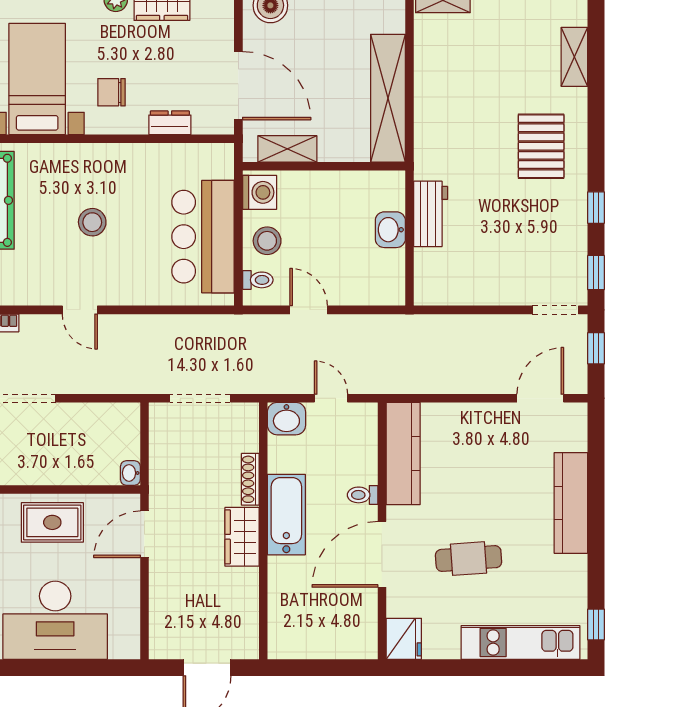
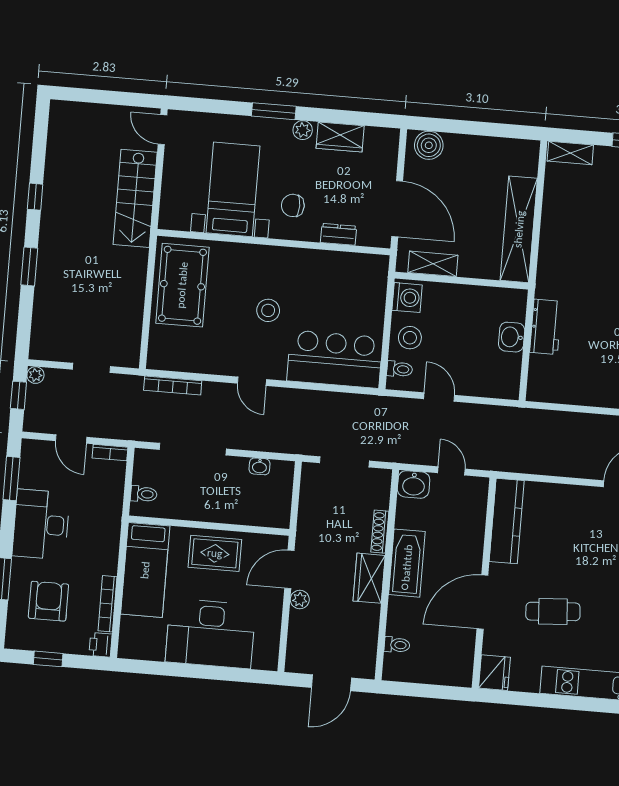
bar counter: (203, 237) -> (335, 359), moved, turned 90
washbasin: (130, 473) -> (260, 466), moved, turned -90
toilet: (363, 495) -> (397, 645), moved, turned 180
plant: (160, 570) -> (300, 600), added

